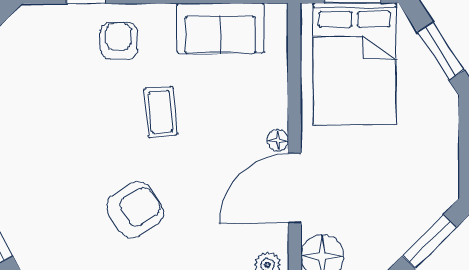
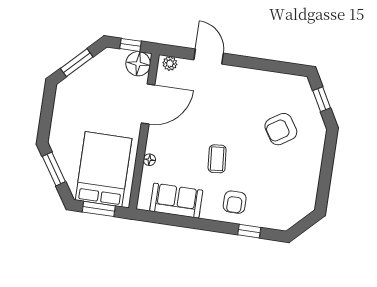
floor lamp: (278, 140) -> (149, 160), moved
armchair: (135, 210) -> (281, 129), moved

